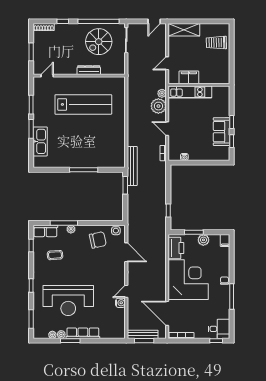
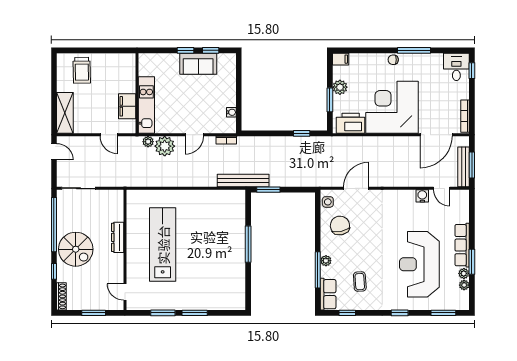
spiral stairs: (99, 42) -> (76, 249), moved
kitchen sink: (40, 141) -> (211, 301), removed
door: (126, 291) -> (442, 188), moved
reception desk: (68, 301) -> (419, 264), turned 180

